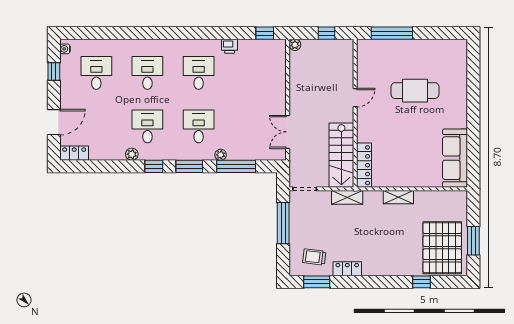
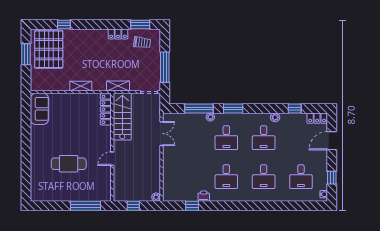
window: (265, 33) -> (192, 206), moved
sofa: (455, 158) -> (39, 109), width x0.73
window: (154, 166) -> (295, 109), moved

